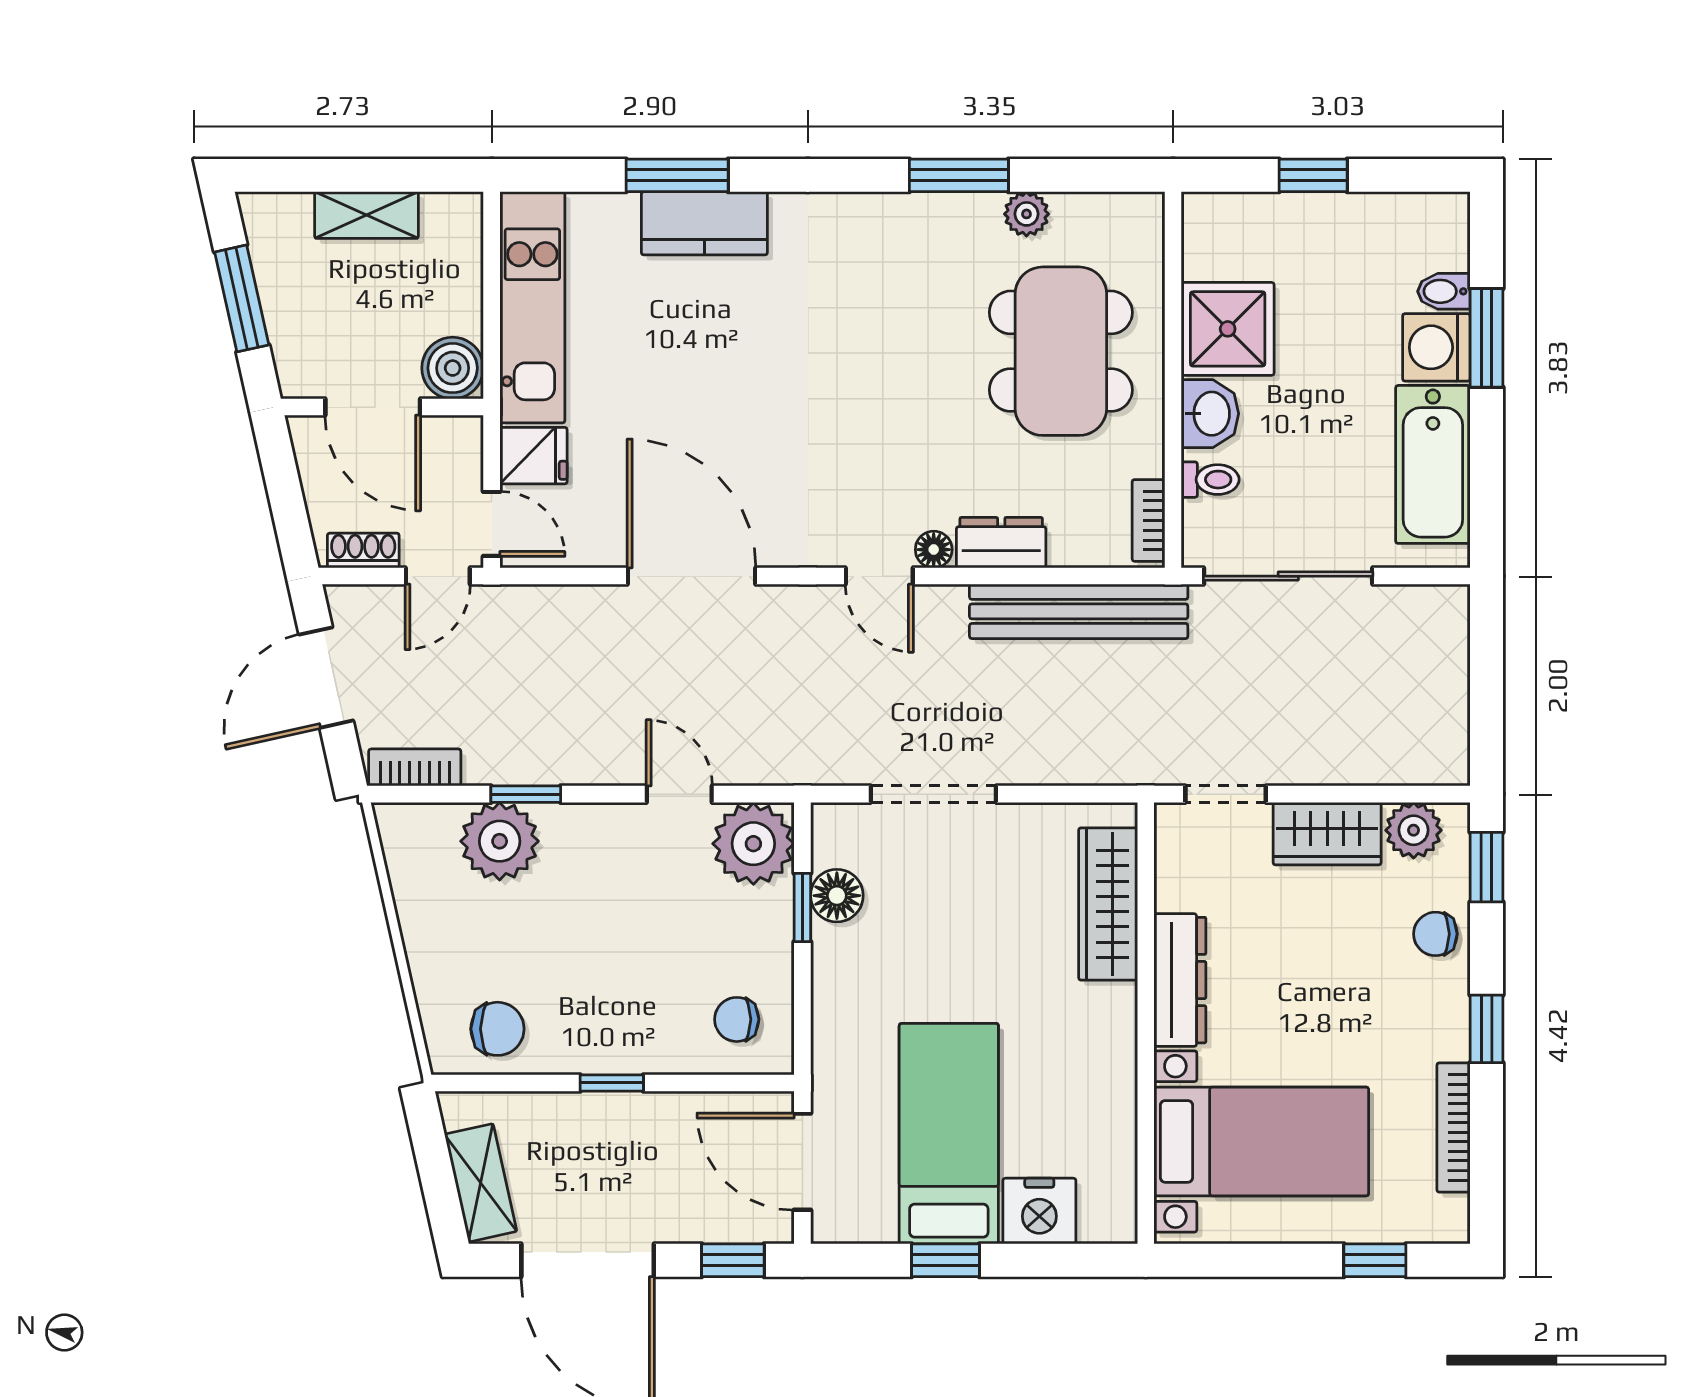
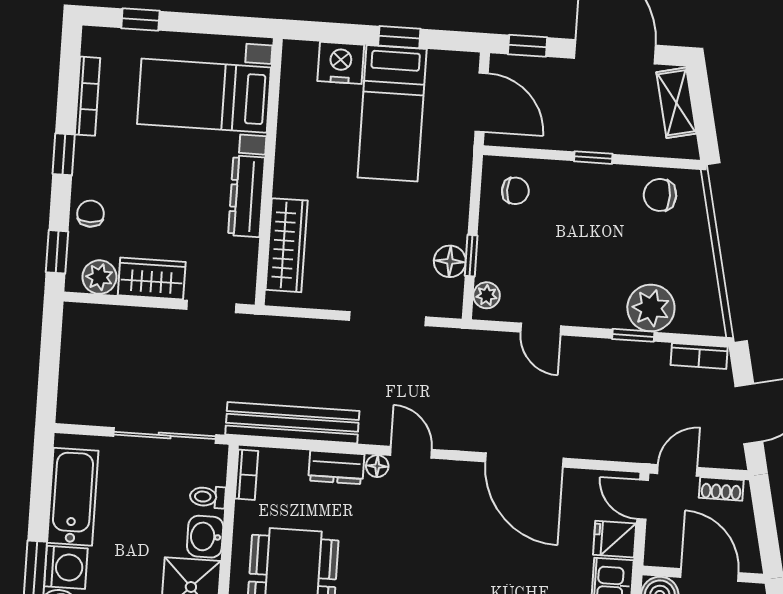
plant: (753, 844) -> (487, 295), width x0.53, depth x0.53
chair: (1435, 934) -> (91, 214), turned -91

